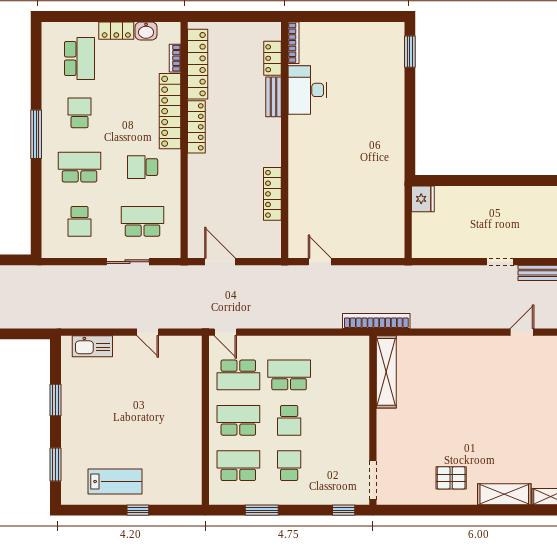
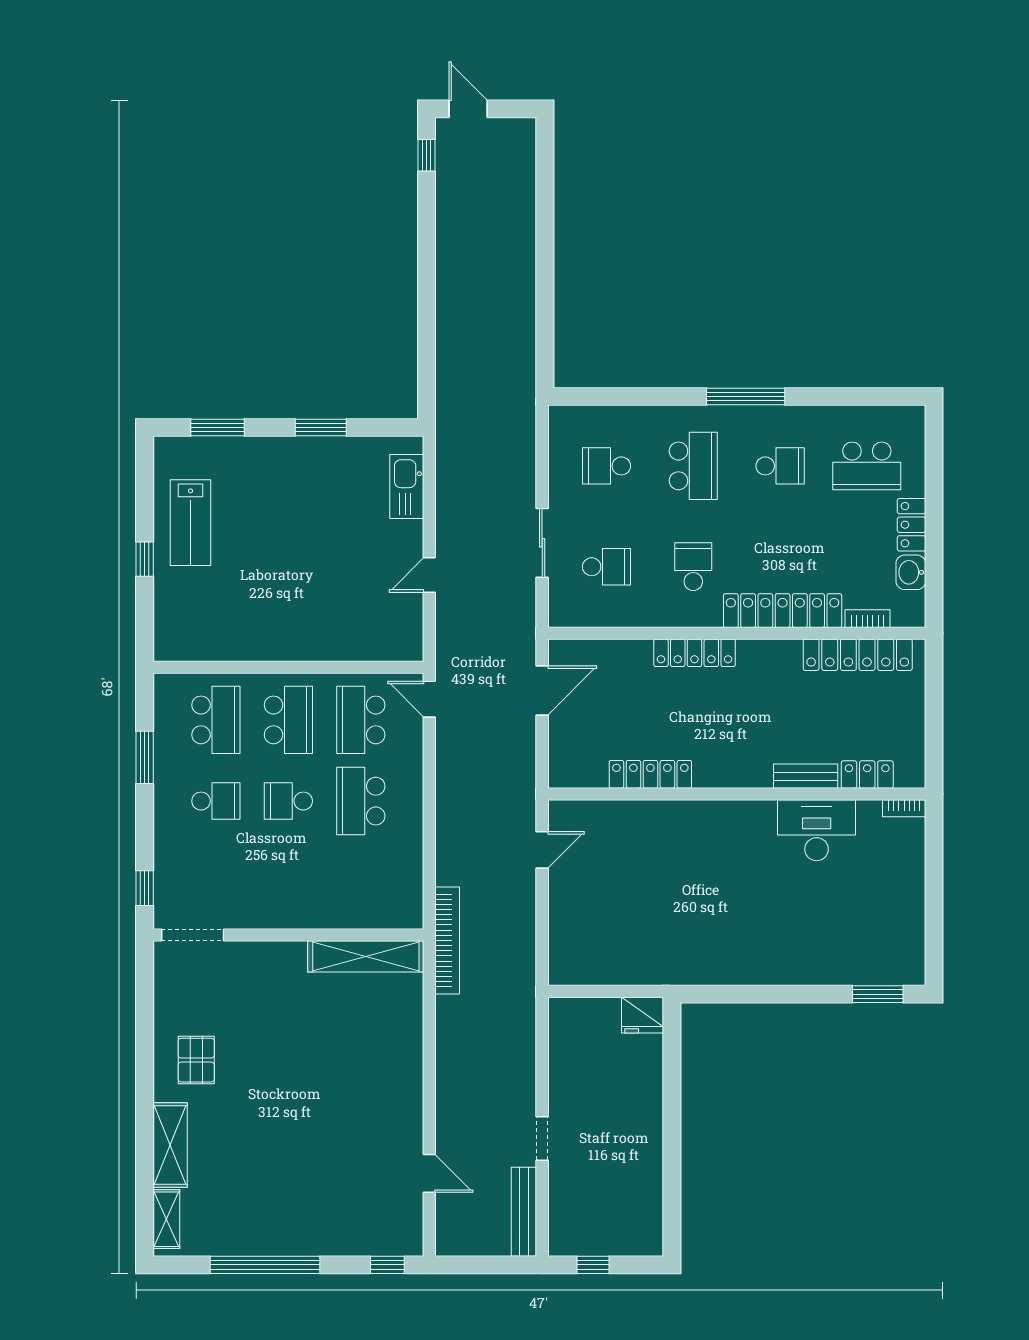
bookcase: (294, 43) -> (904, 808), width x0.64
locker: (196, 127) -> (695, 653), moved
school desk: (143, 221) -> (606, 567), width x0.54
door: (225, 332) -> (429, 699), hinge flipped
school desk: (289, 375) -> (361, 801), turned 180

